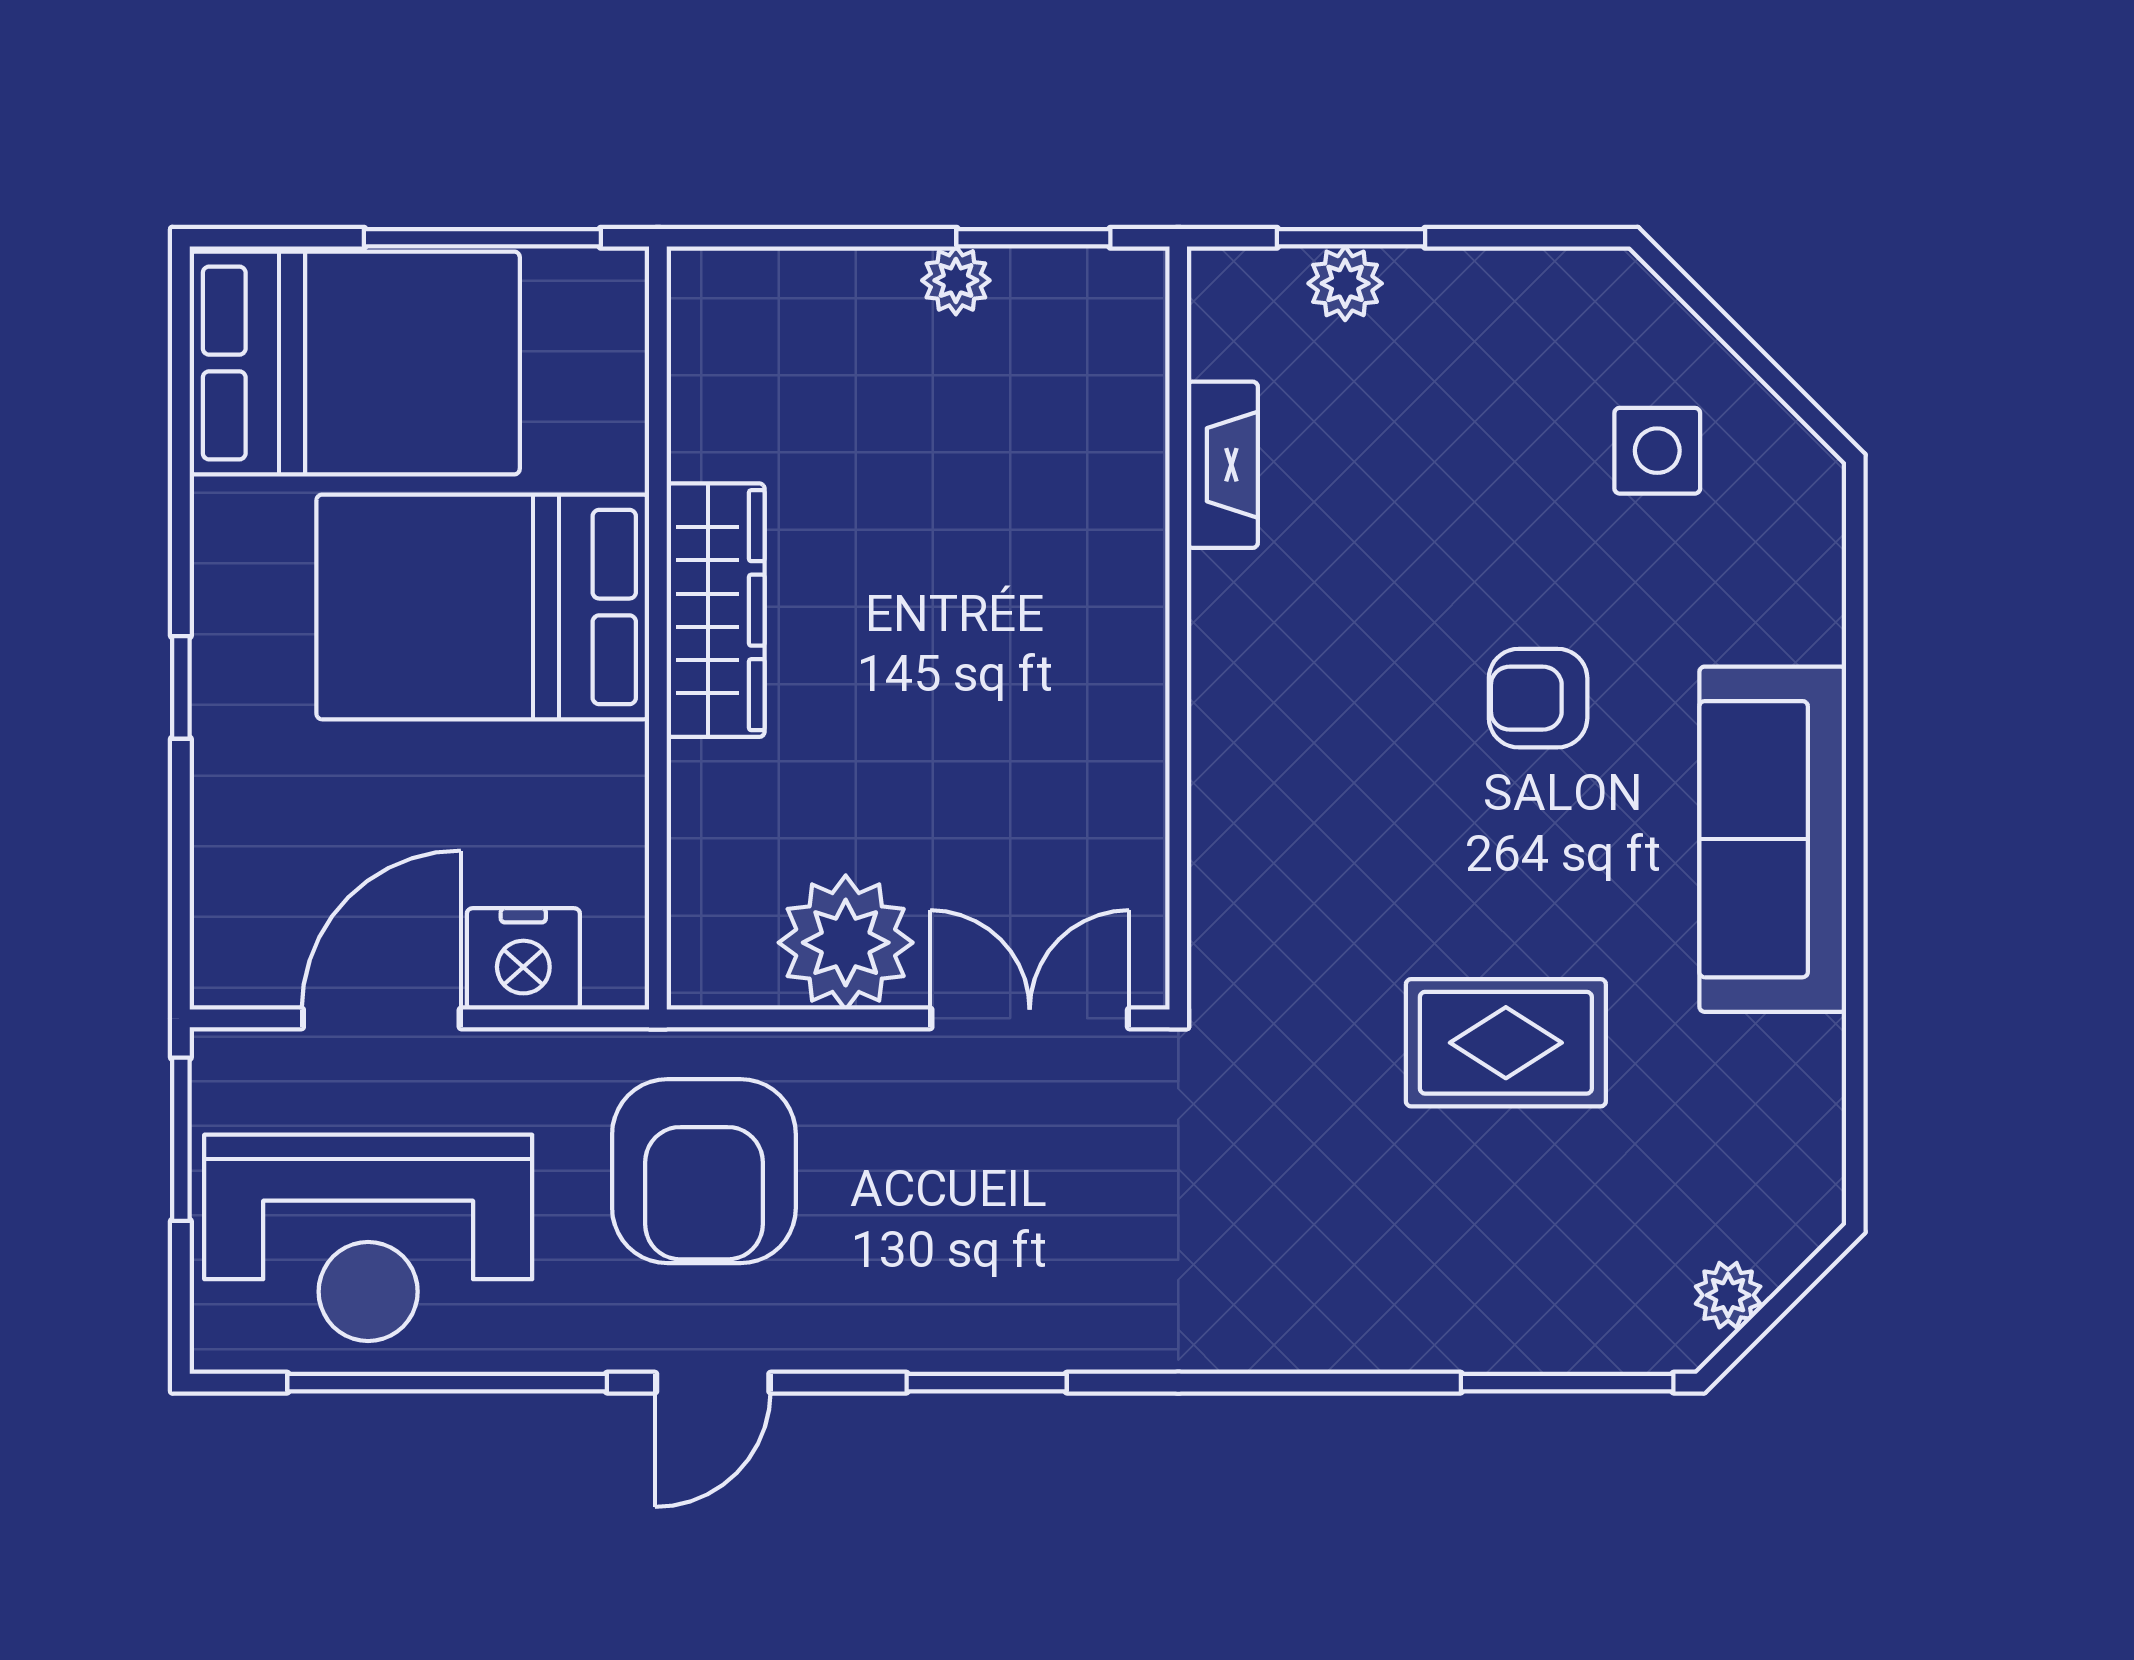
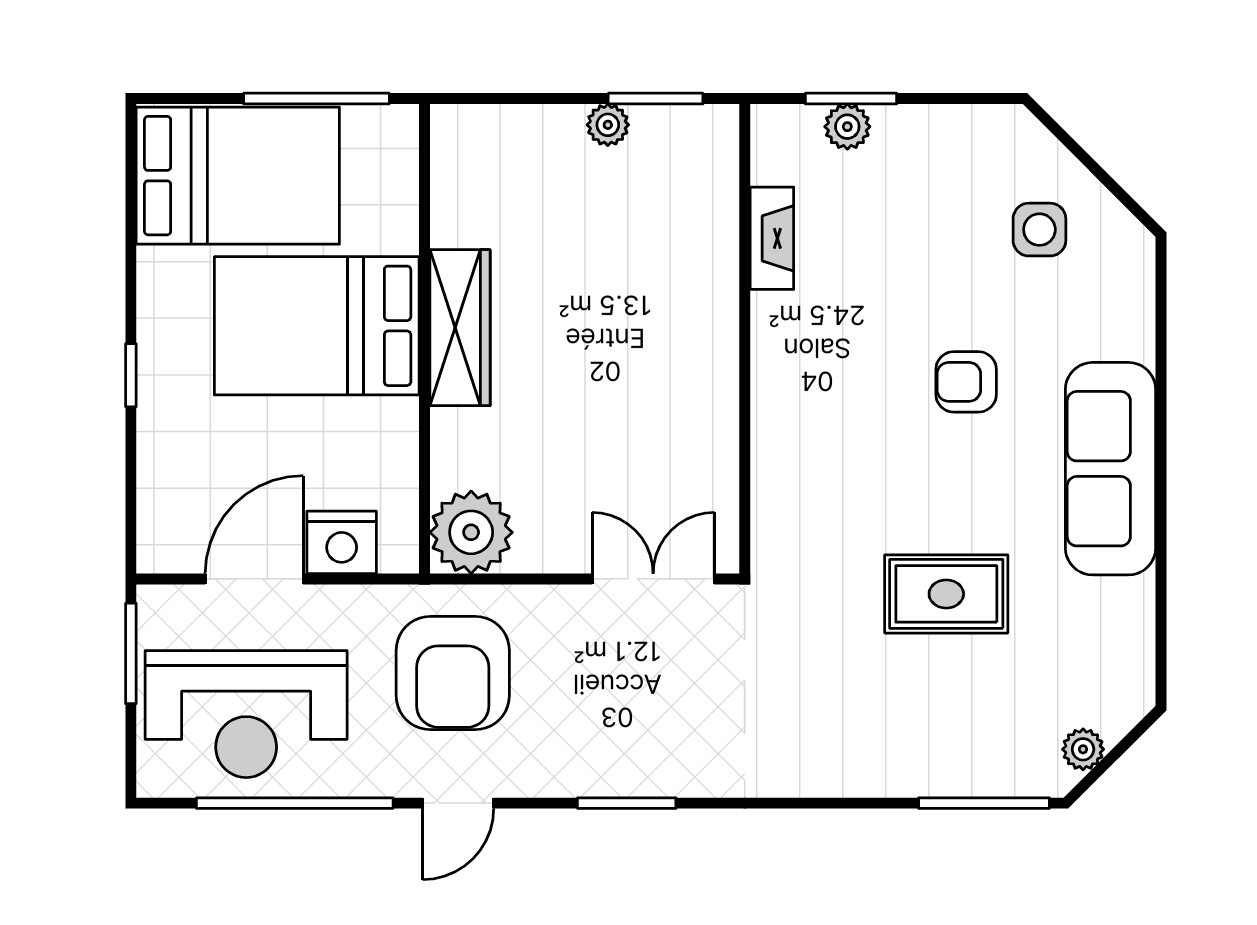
plant: (846, 943) -> (471, 532), moved

